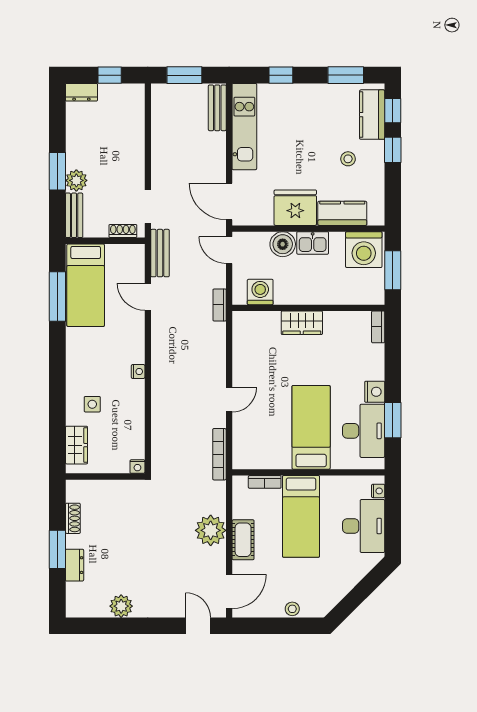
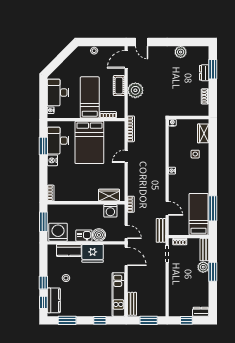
wardrobe: (302, 323) -> (109, 195), moved
bed: (311, 427) -> (89, 142), width x1.50
window: (57, 549) -> (213, 69), moved

